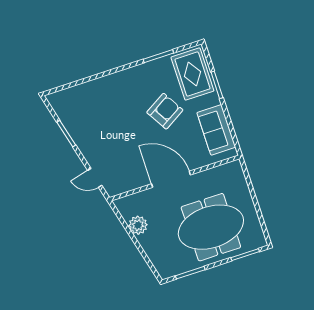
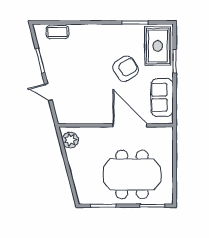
coffee table: (75, 95) -> (57, 32), added
door: (95, 178) -> (48, 92), moved
door: (171, 179) -> (130, 125), moved
plant: (138, 225) -> (70, 140), moved

